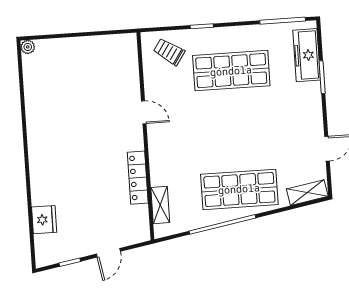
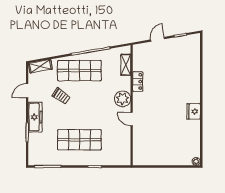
trolley: (169, 52) -> (61, 96), moved
freezer: (307, 55) -> (35, 117), moved
plant: (162, 146) -> (123, 99), added
locker: (138, 178) -> (138, 81), width x0.66
fridge: (44, 220) -> (193, 111), moved

